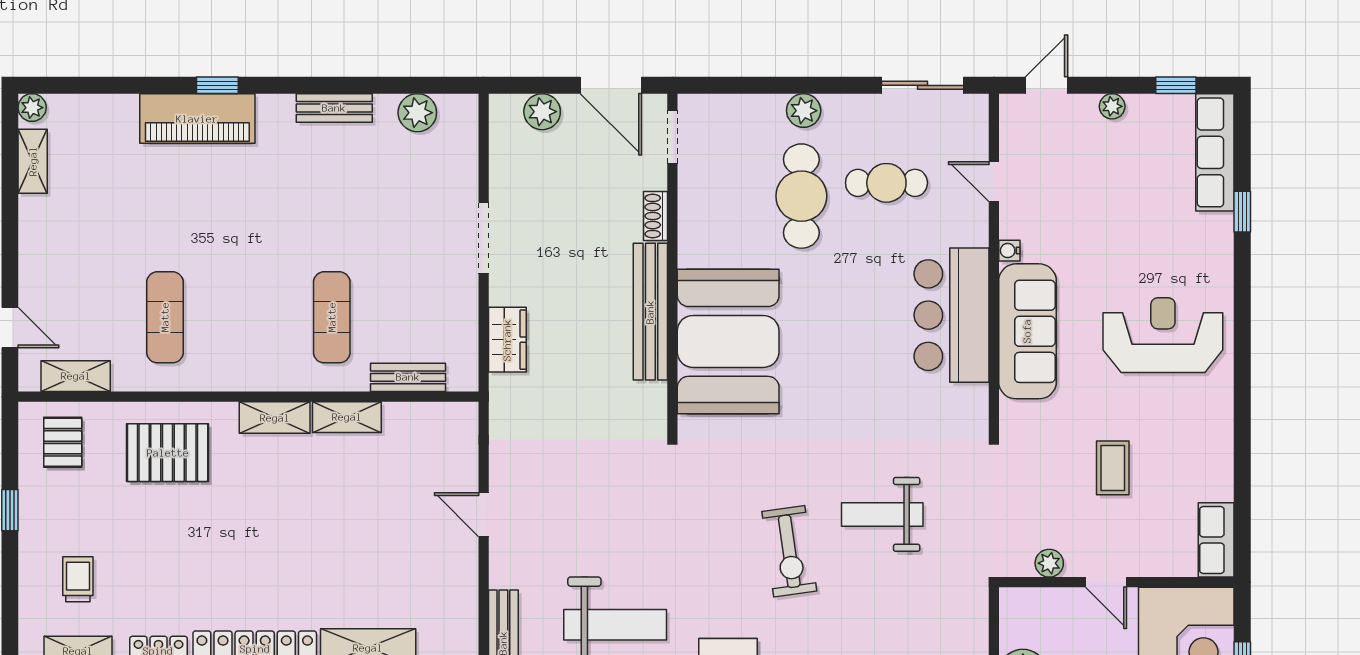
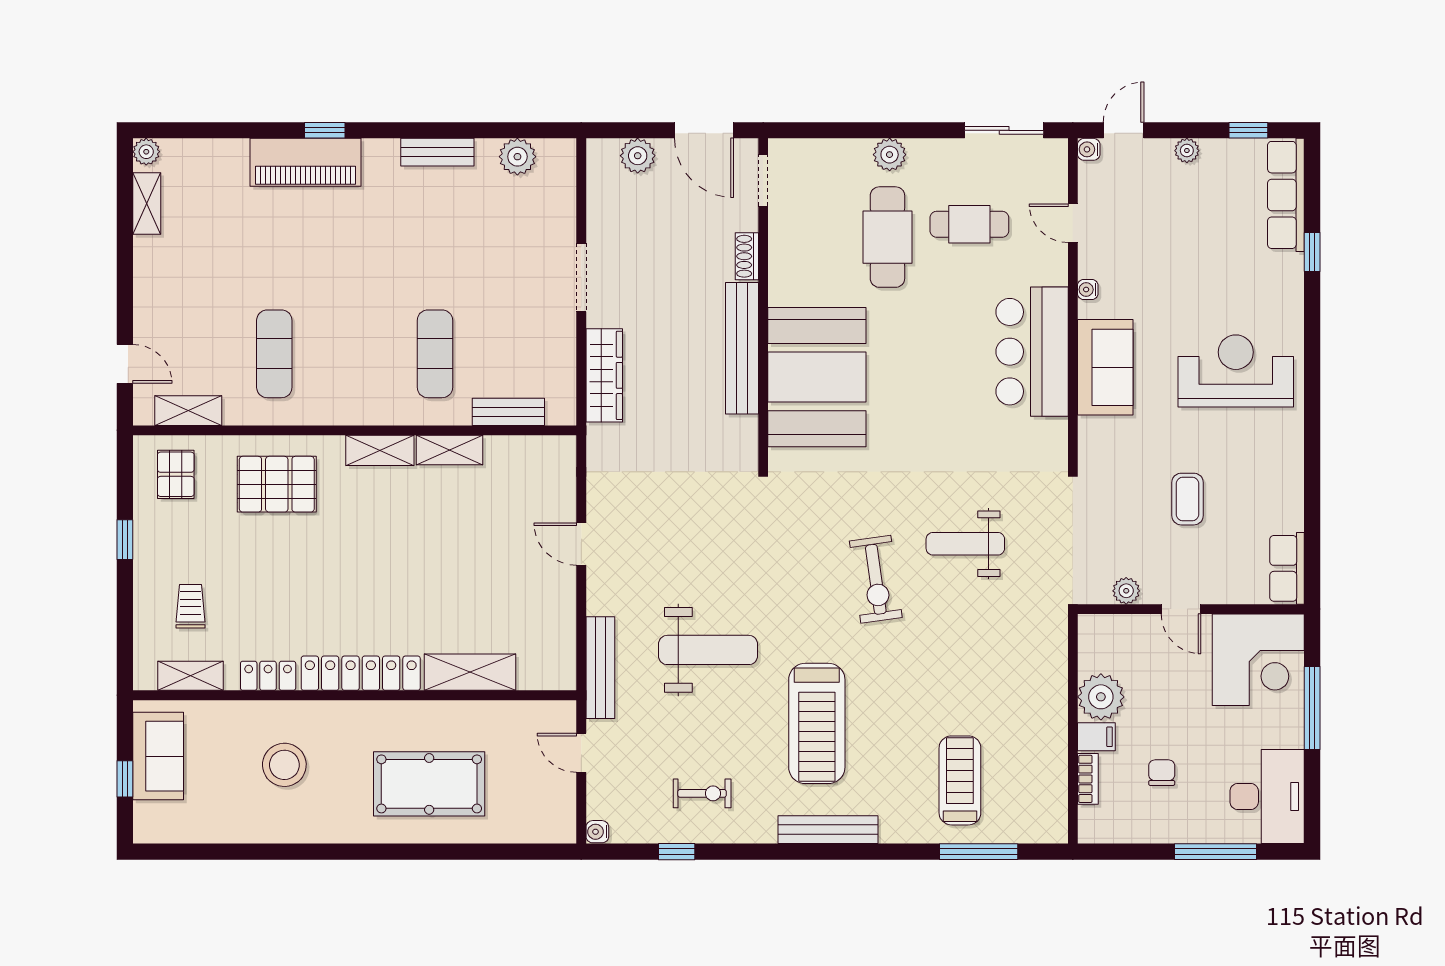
water cooler: (1010, 105) -> (1089, 149), added
sofa: (1027, 331) -> (1105, 367), width x0.73
wardrobe: (507, 340) -> (604, 375), width x1.50

